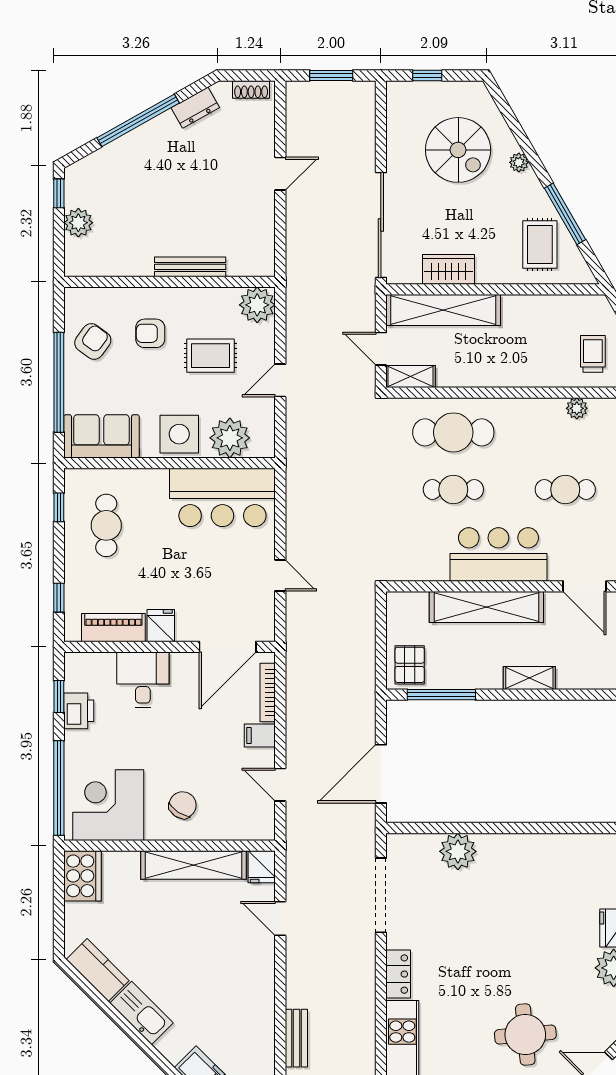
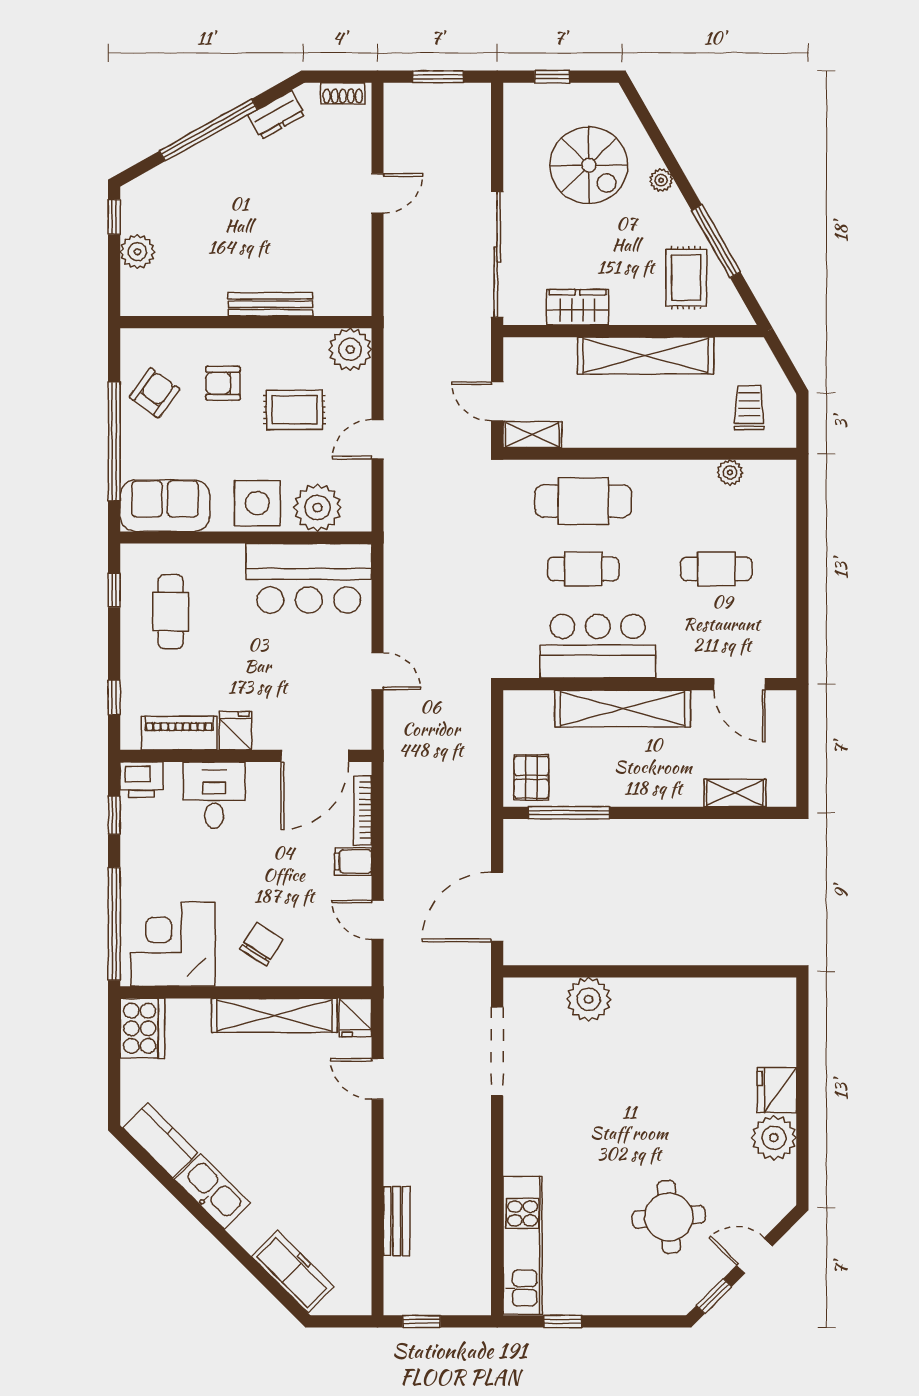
shelving: (443, 310) -> (646, 356), moved
bar counter: (498, 554) -> (598, 646), moved
shelving: (529, 678) -> (735, 793), moved
printer: (79, 711) -> (142, 780), moved, turned 90
locker: (398, 974) -> (518, 1145), removed

